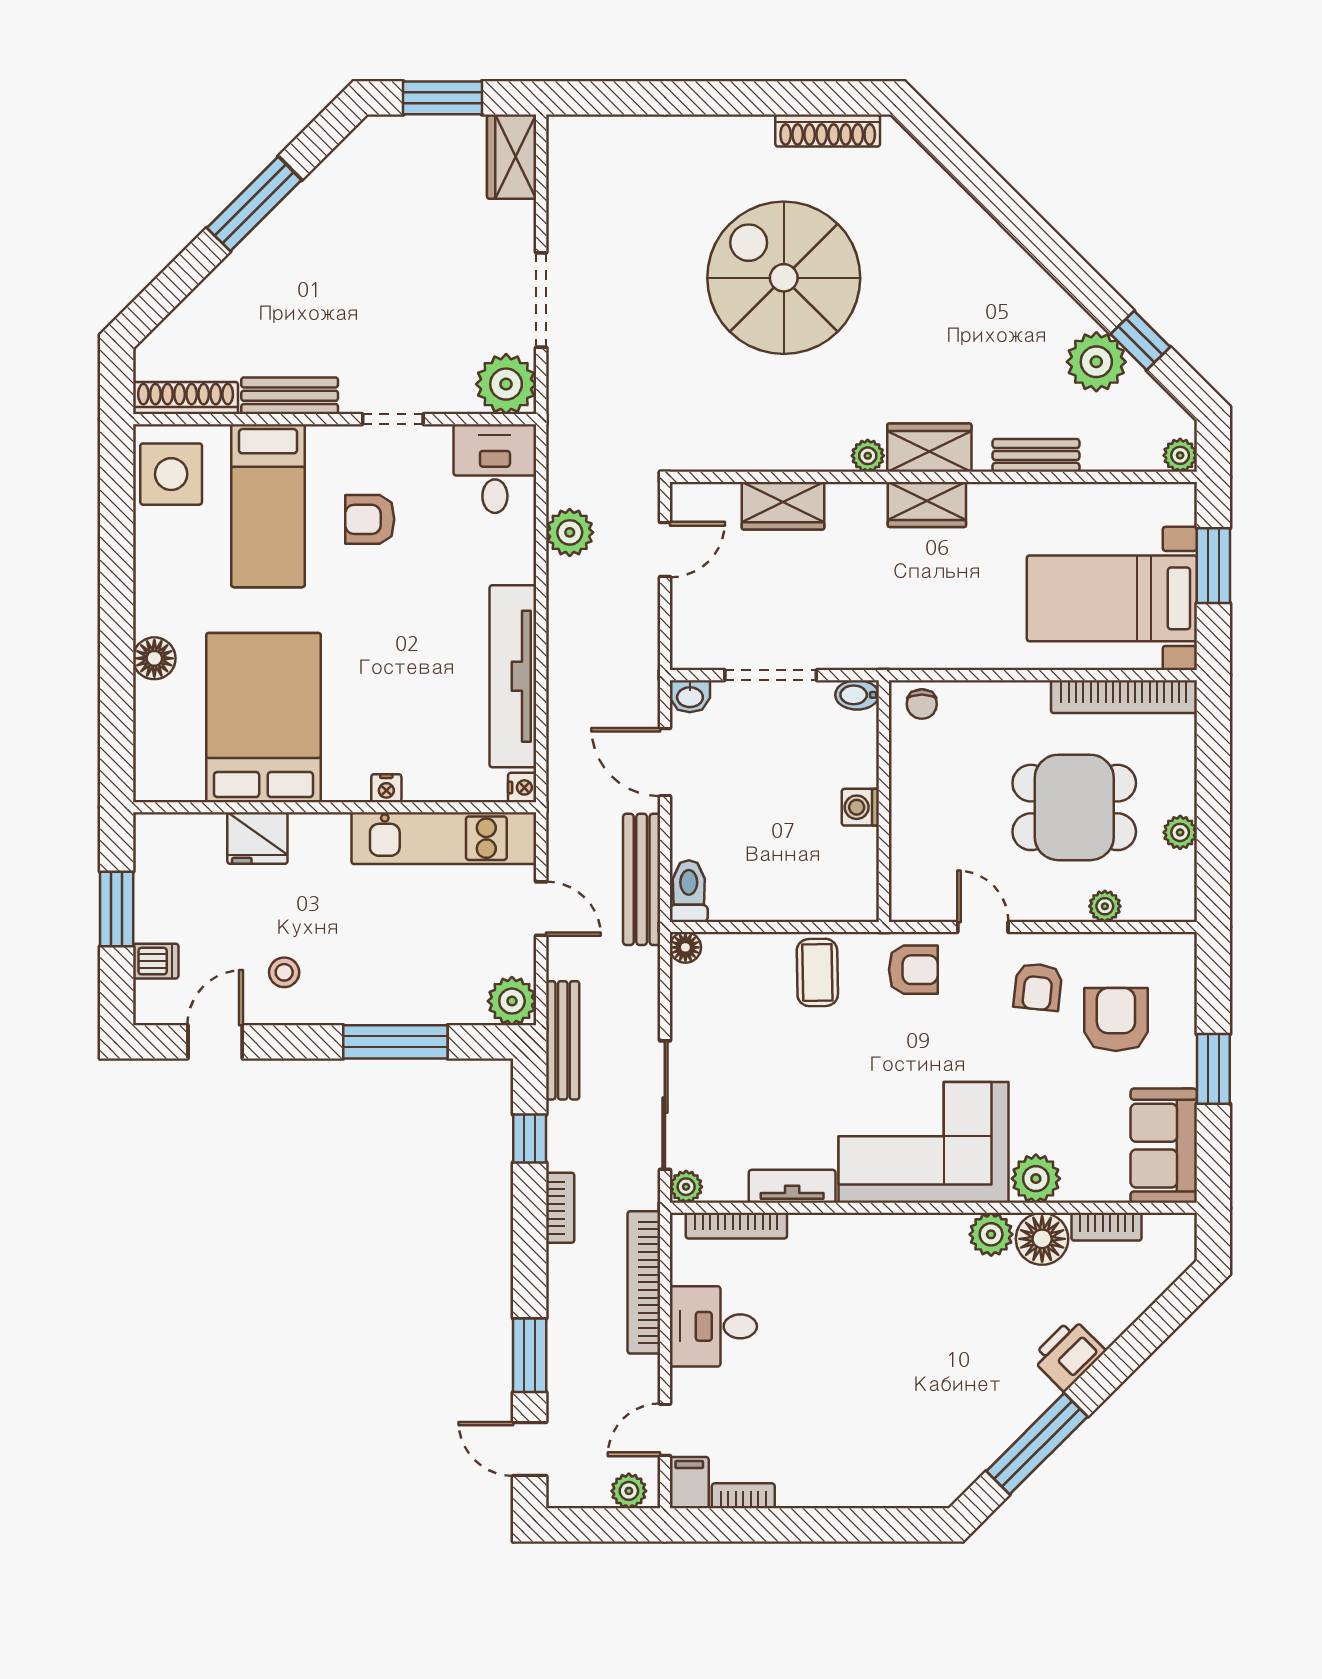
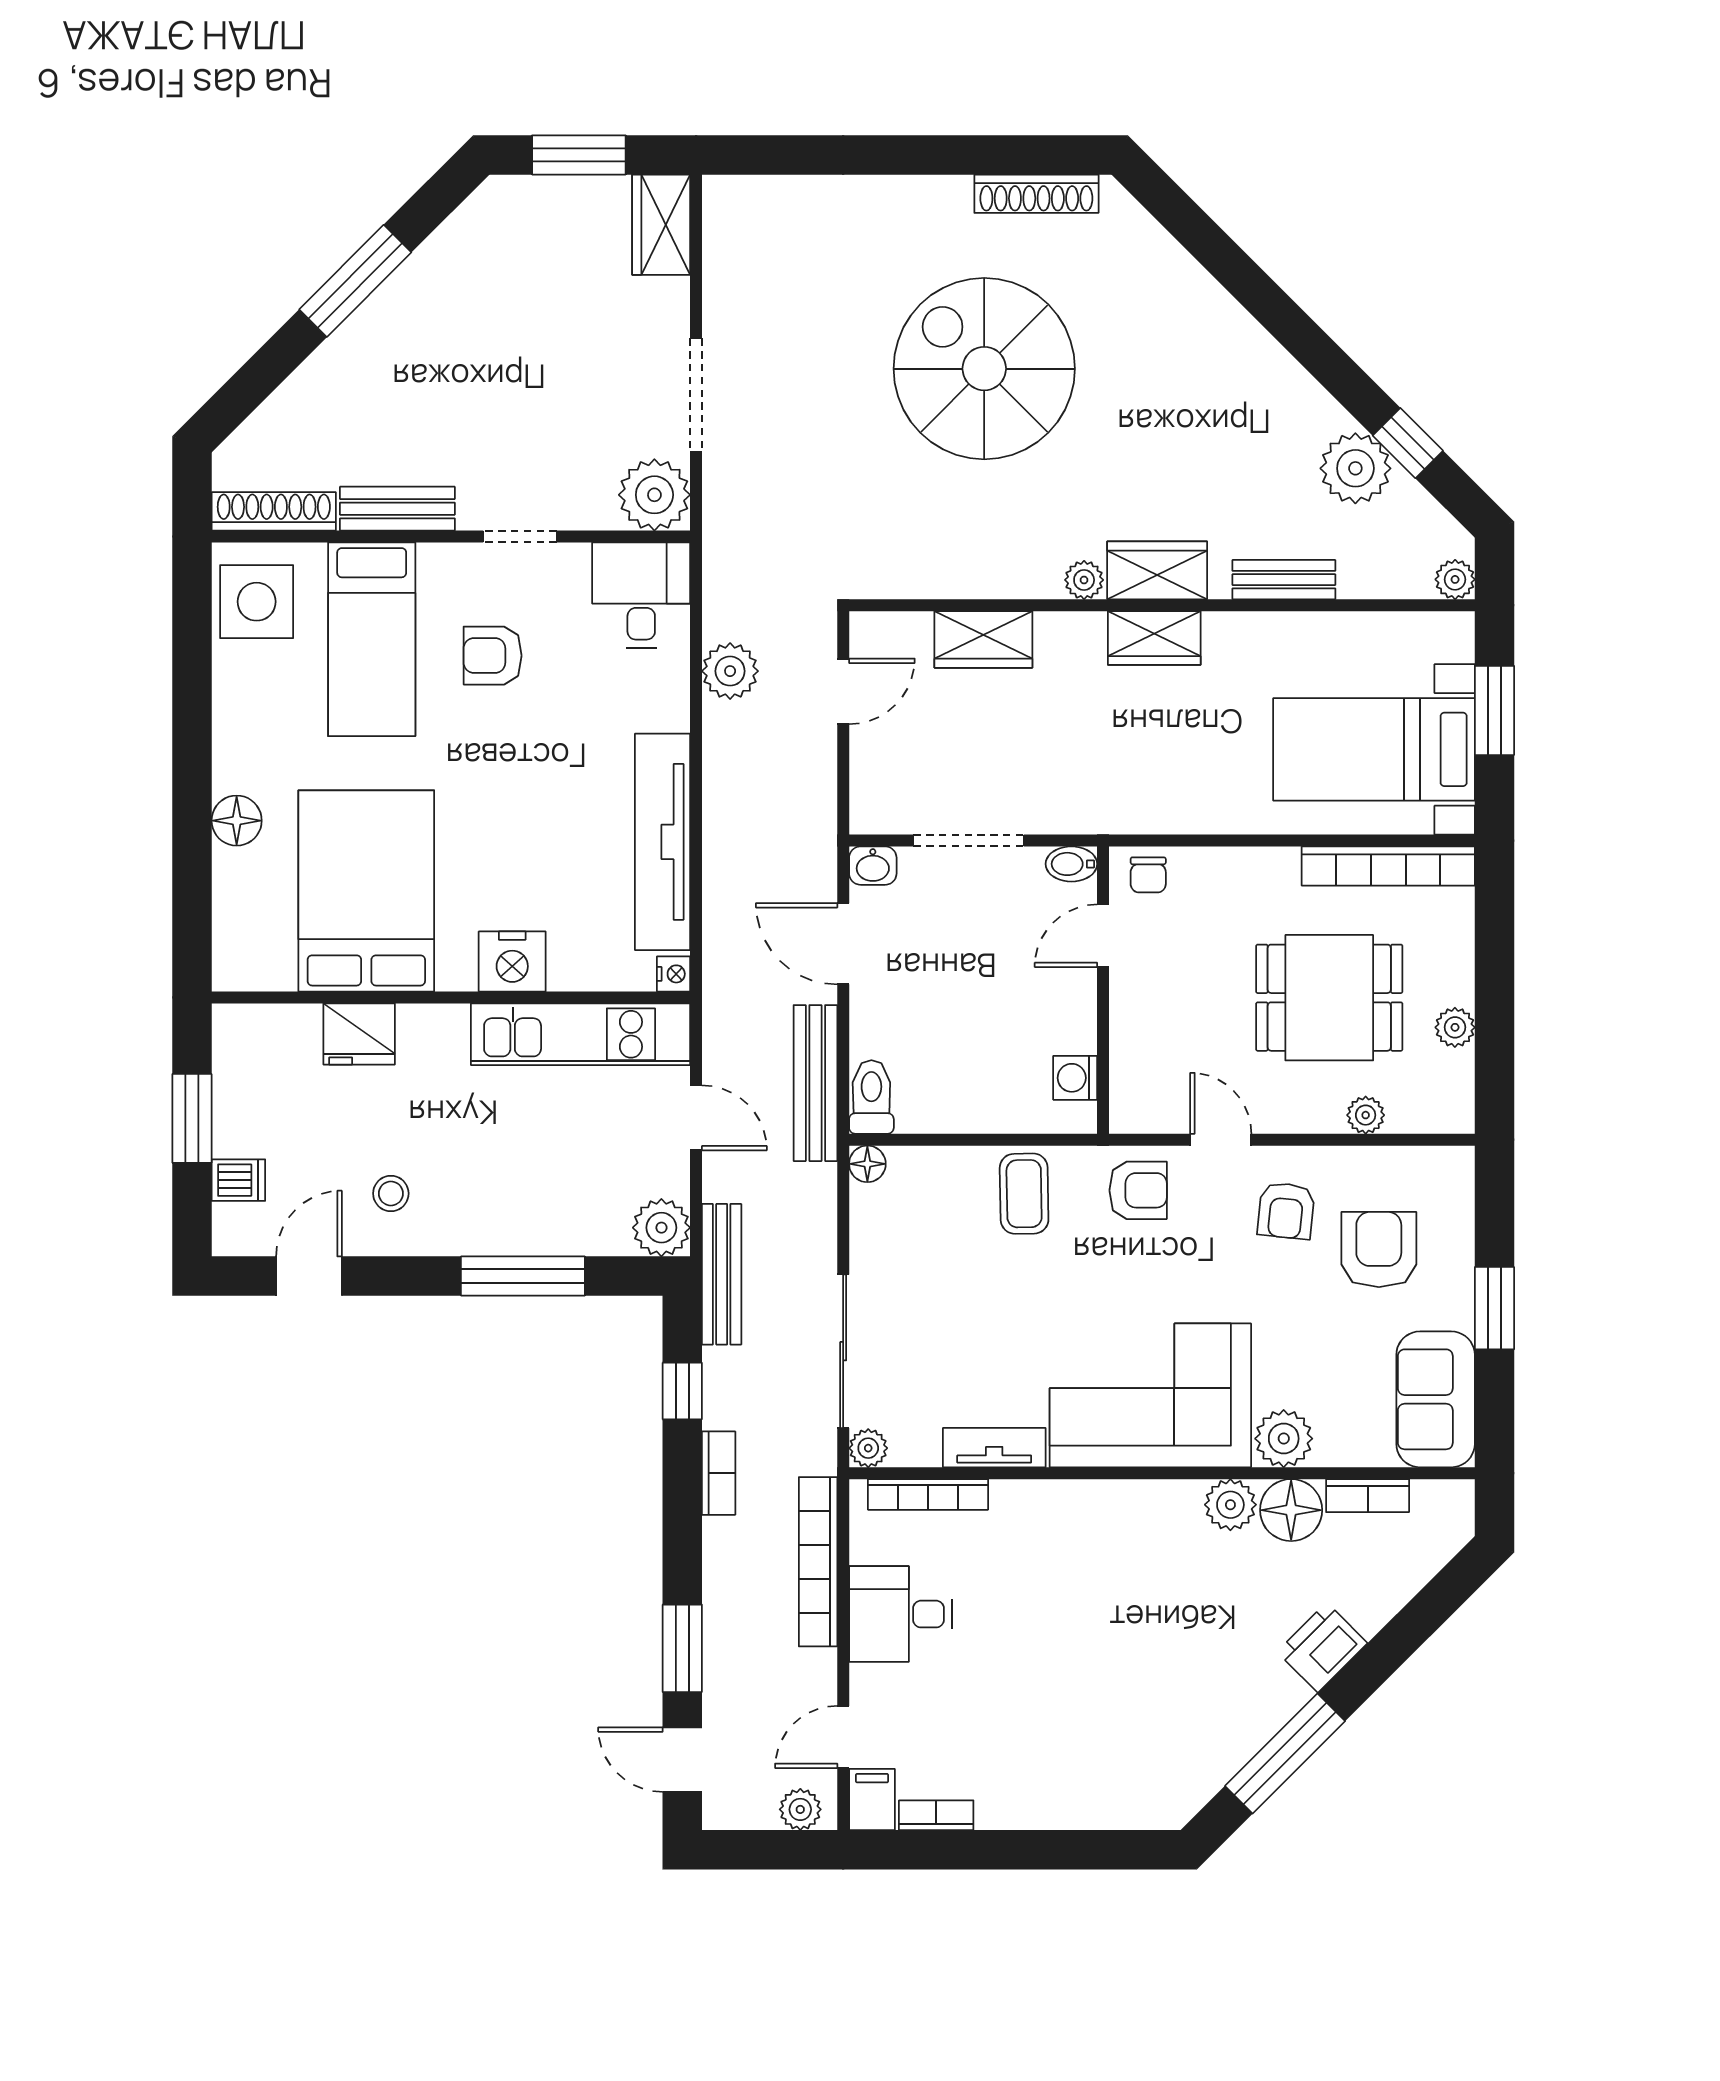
door: (884, 755) -> (1103, 936), added
nightstand: (386, 788) -> (512, 961), width x1.89, depth x1.79
washing machine: (860, 807) -> (1075, 1078), moved

